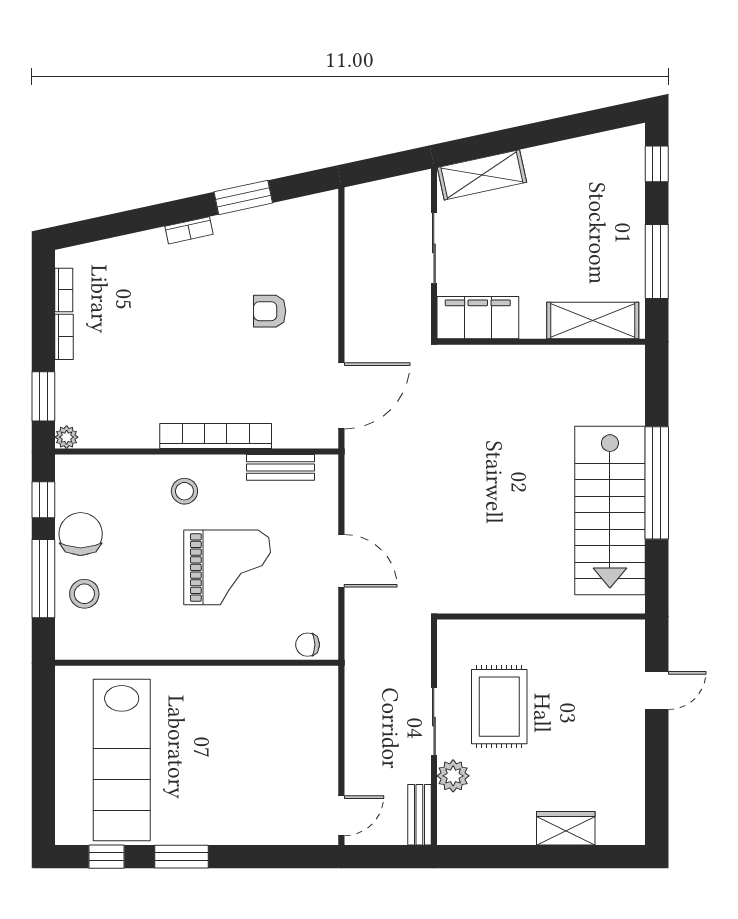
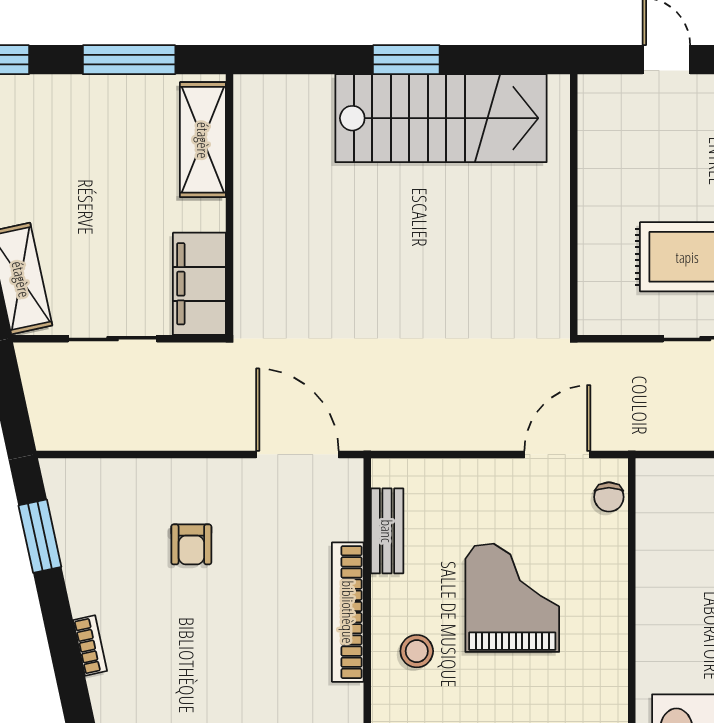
window: (243, 197) -> (40, 536), moved
window: (657, 483) -> (406, 60), width x0.47
door: (341, 561) -> (557, 455), moved

